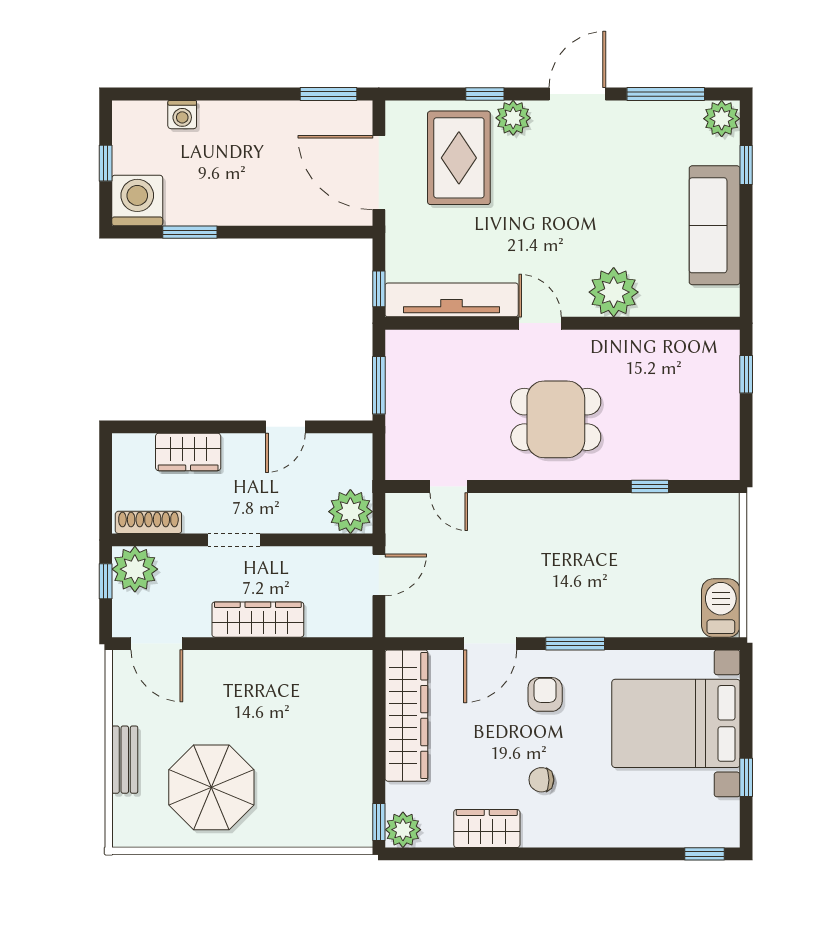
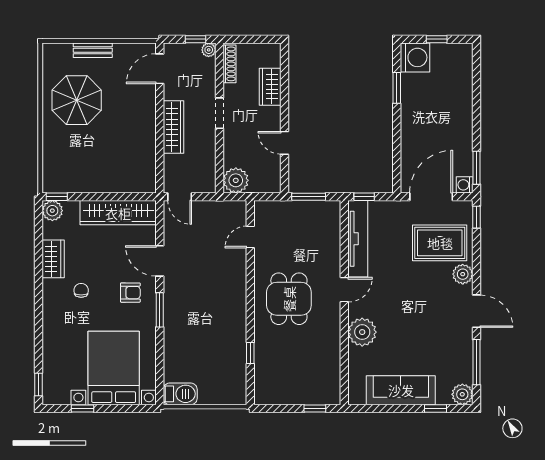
window: (485, 94) -> (476, 217), moved
washing machine: (182, 115) -> (465, 185), moved
plant: (135, 569) -> (209, 50), width x0.53, depth x0.53
door: (379, 575) -> (180, 197), moved

